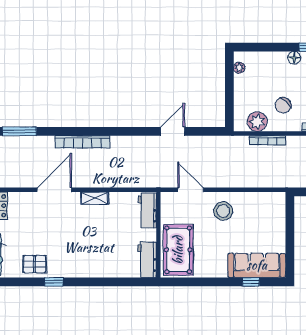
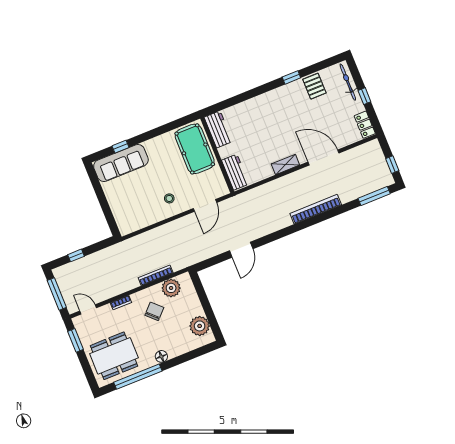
plant: (239, 68) -> (200, 326), width x1.88, depth x1.88
door: (54, 190) -> (323, 158), swing flipped
door: (191, 190) -> (205, 205), hinge flipped
stool: (223, 211) -> (169, 198), width x0.53, depth x0.53
pallet: (35, 264) -> (314, 86), turned 90

